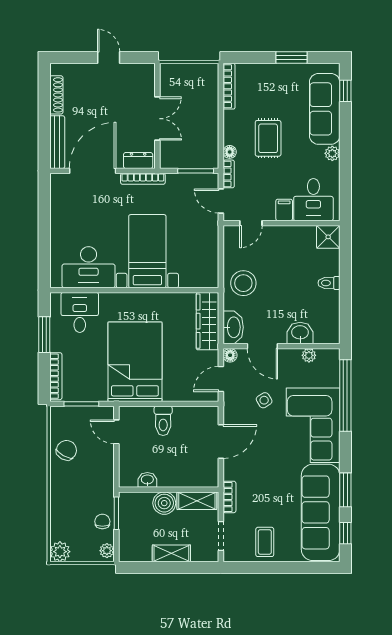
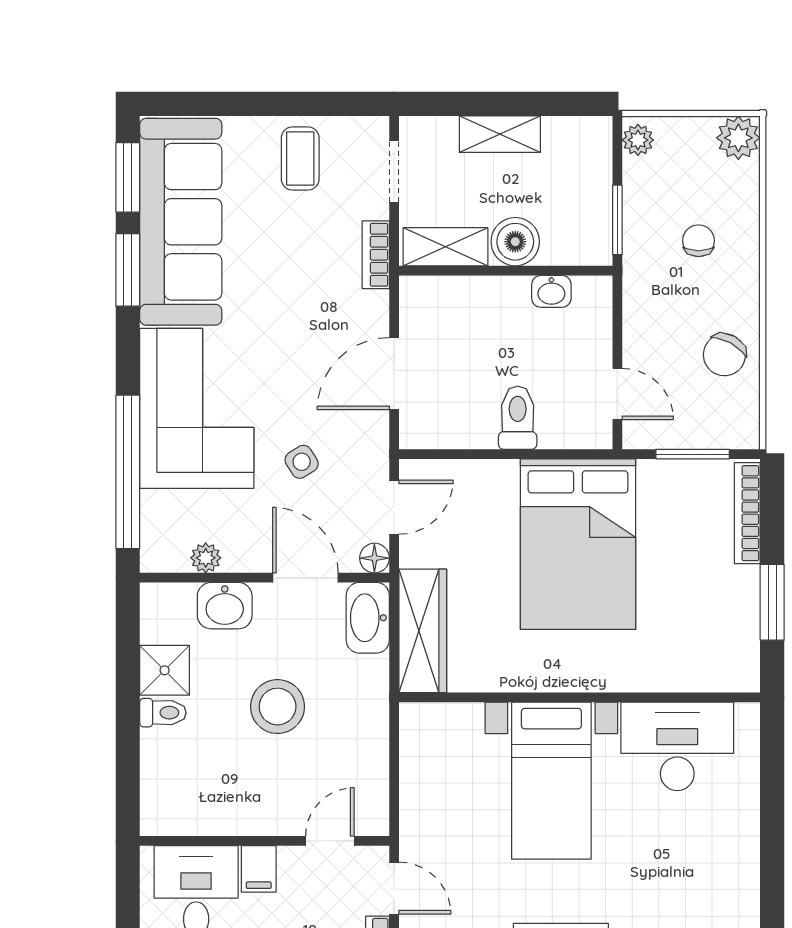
shower: (328, 237) -> (165, 670), moved
stool: (243, 283) -> (278, 707), moved
desk: (80, 312) -> (696, 650), removed
chair: (102, 521) -> (699, 241), moved, turned 180
window: (345, 533) -> (128, 177), width x1.50

